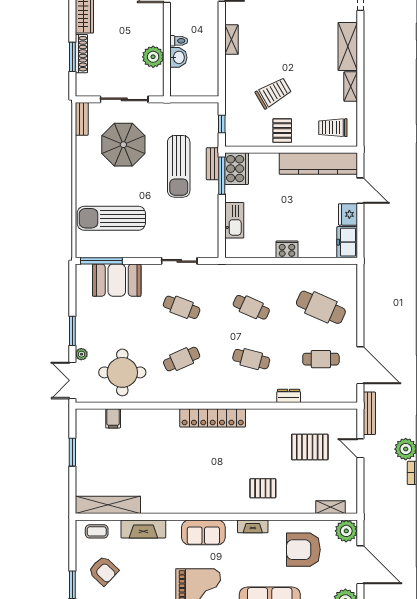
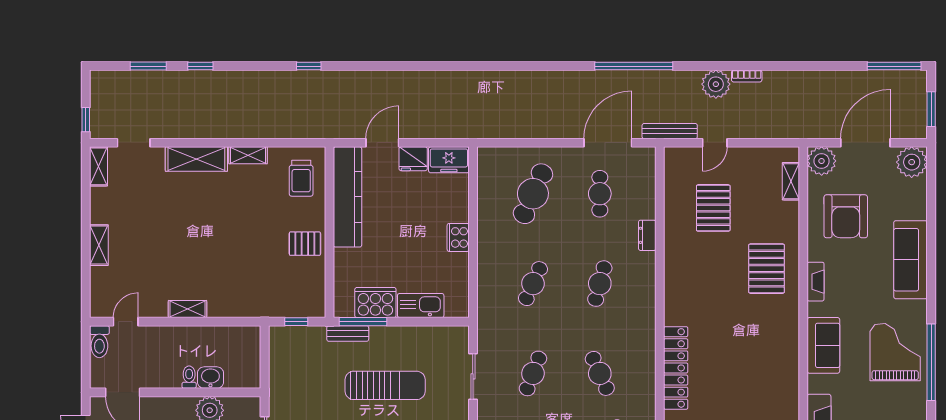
trolley: (273, 93) -> (256, 255), removed
sun lounger: (179, 166) -> (385, 385), moved
cooker: (237, 169) -> (375, 303), moved
locker: (213, 418) -> (676, 368), moved
pallet: (263, 488) -> (767, 269), width x1.50, depth x1.42

